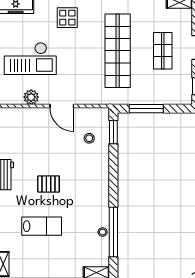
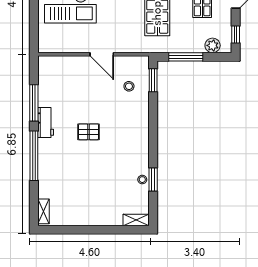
plant: (31, 97) -> (213, 45), moved
lab bench: (42, 226) -> (82, 174), removed
window: (113, 232) -> (153, 180), width x0.47

